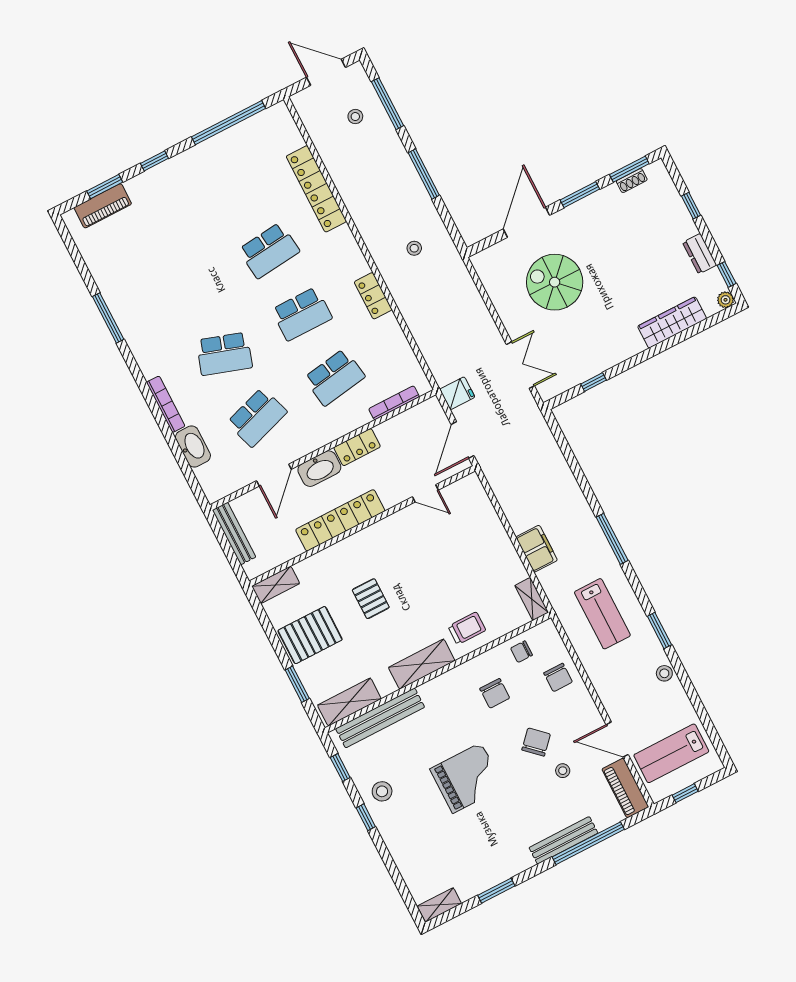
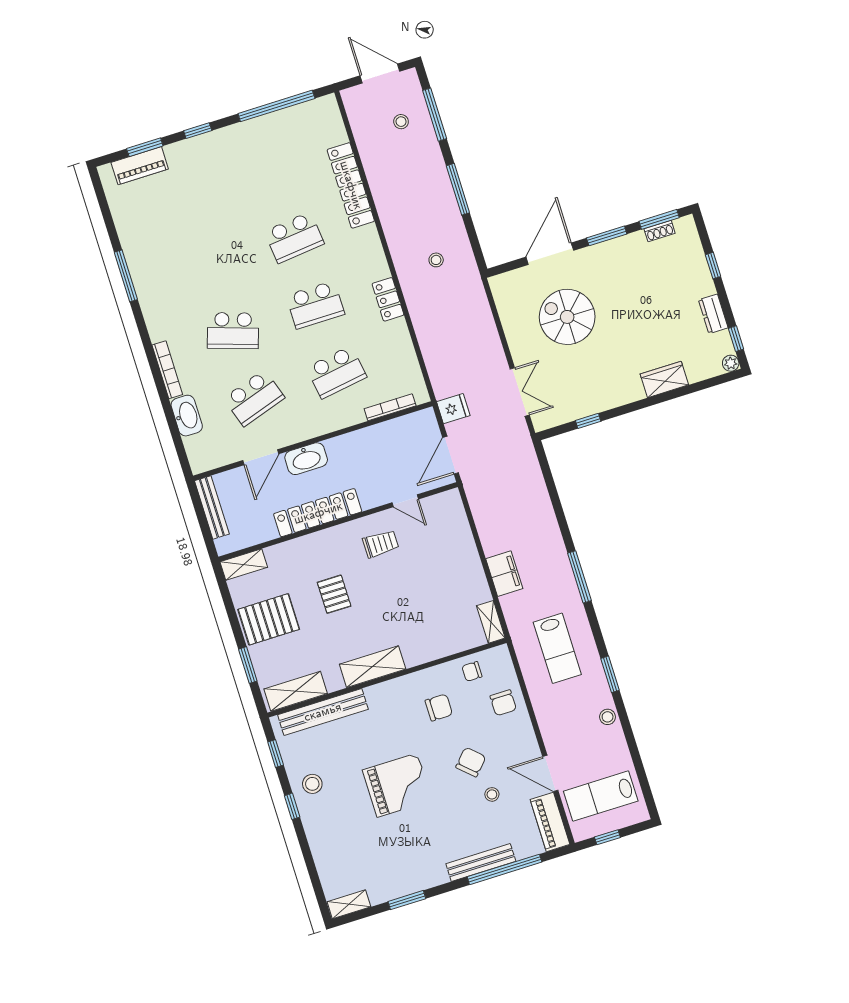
wardrobe: (672, 322) -> (664, 379), width x0.67
locker: (357, 447) -> (347, 444), removed
trolley: (467, 628) -> (381, 544), moved
chair: (495, 693) -> (439, 708), turned -90

